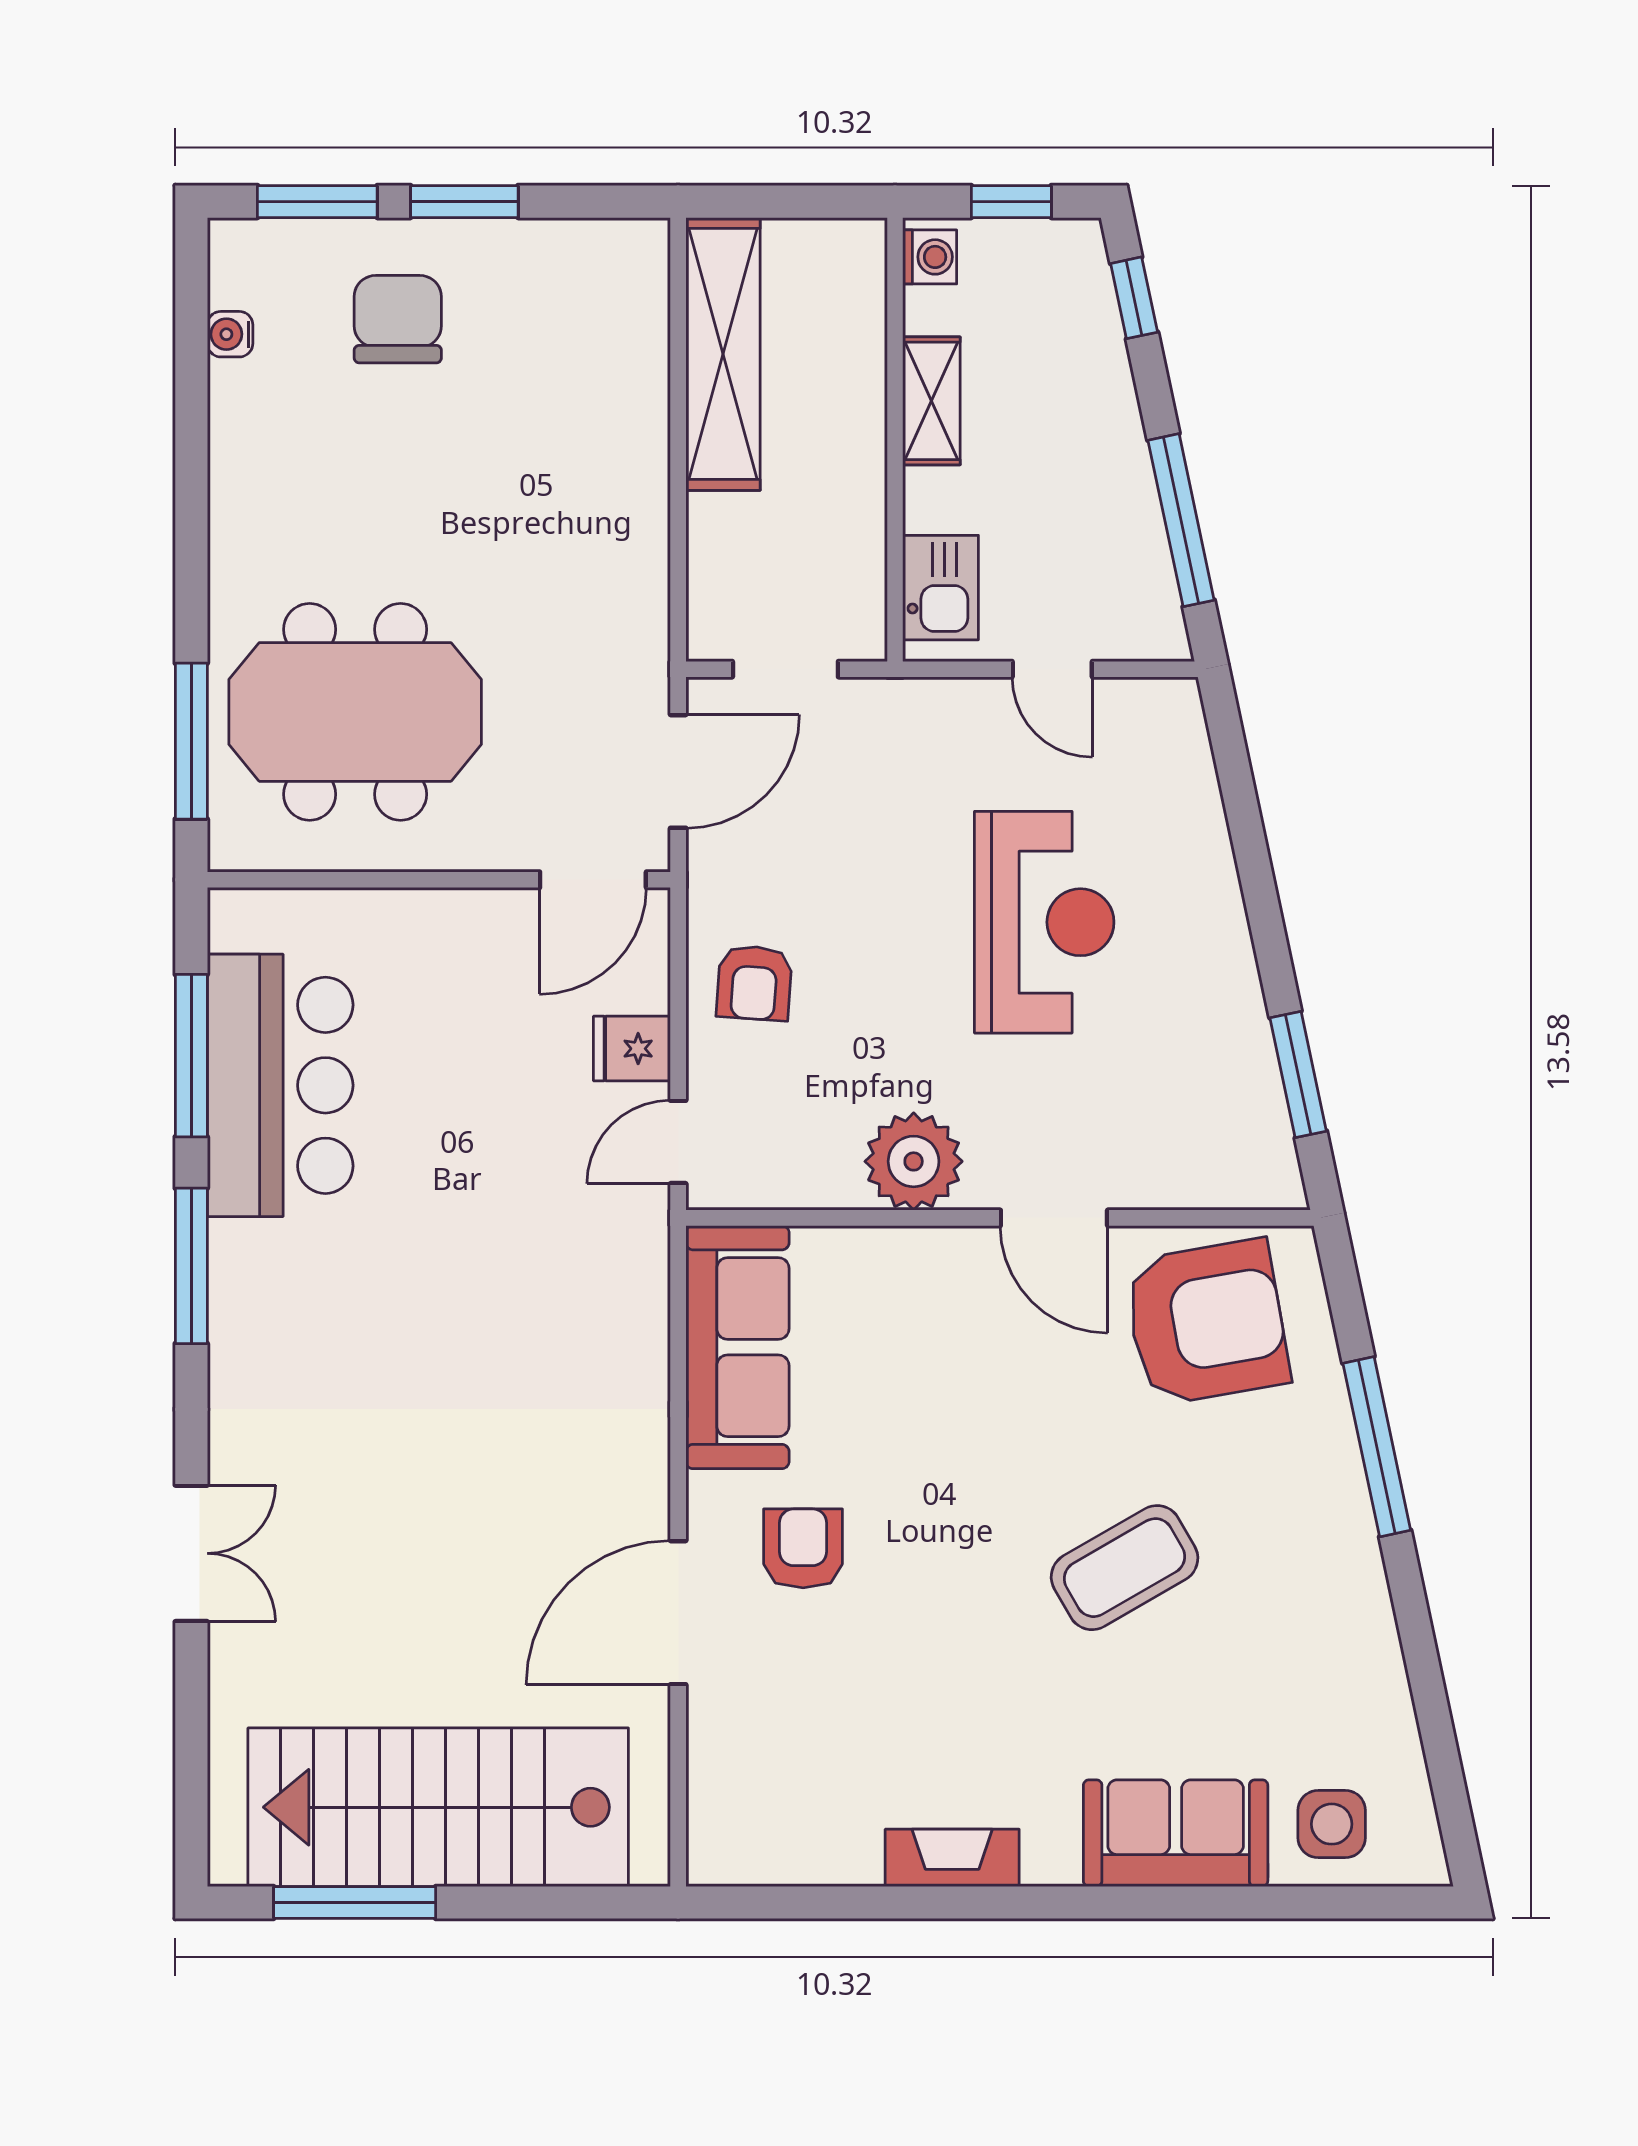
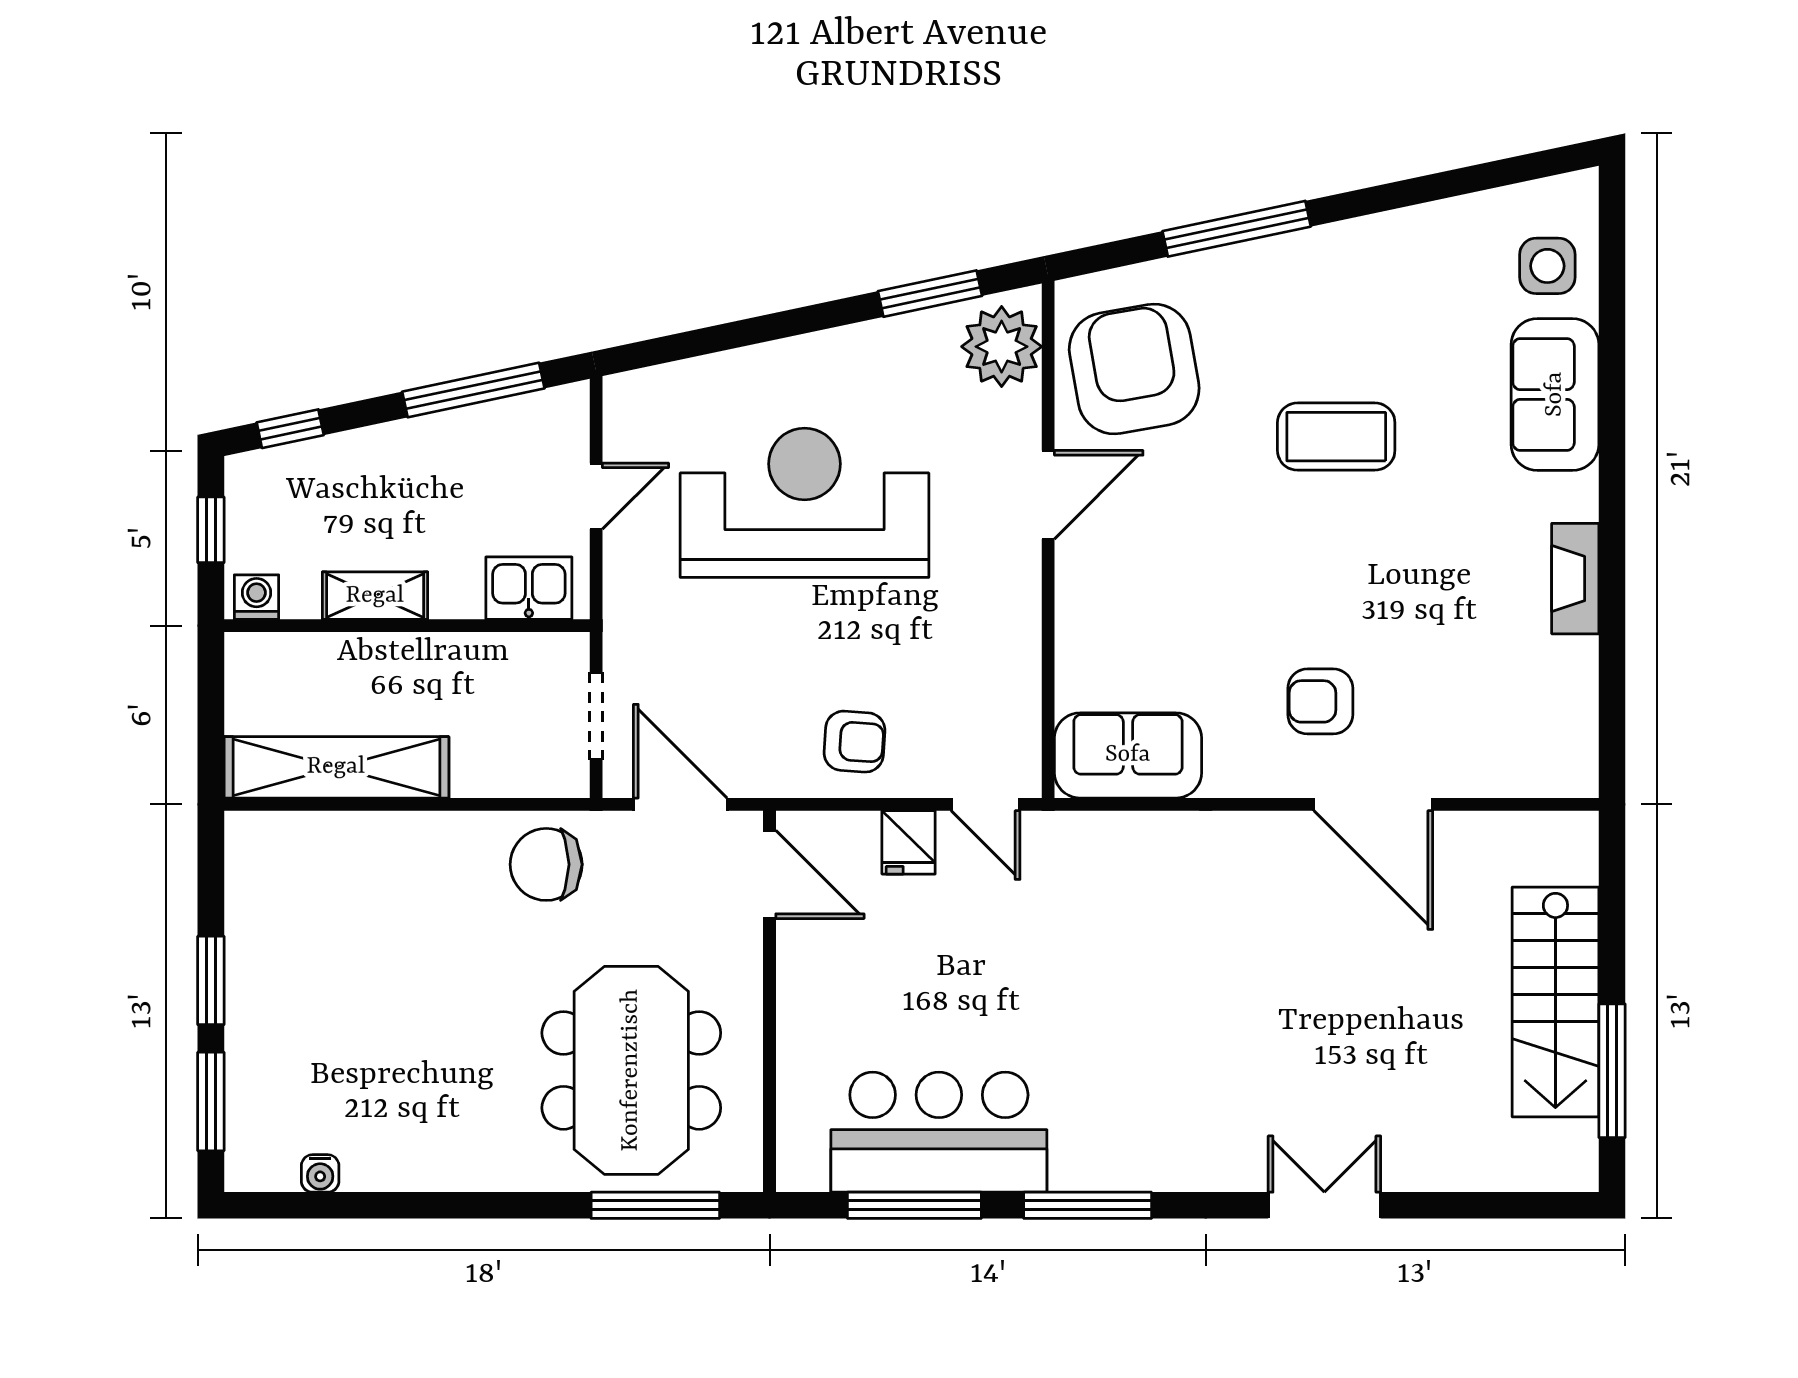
chair: (398, 319) -> (546, 864), moved
reception desk: (1044, 922) -> (805, 503), width x1.36, depth x1.30
plant: (914, 1161) -> (1002, 347), moved
sofa: (737, 1347) -> (1128, 755), width x0.73
coffee table: (1125, 1568) -> (1336, 437), turned -60
stairs: (438, 1807) -> (1555, 1002), width x0.73, depth x0.66

